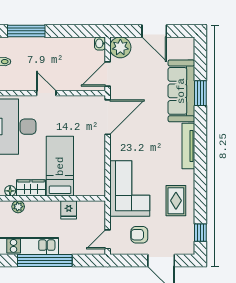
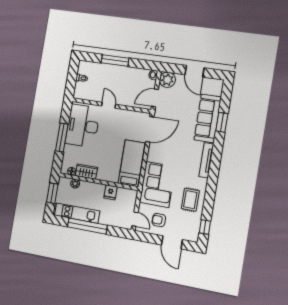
window: (26, 31) -> (115, 60), moved
bed: (60, 166) -> (132, 163), moved
door: (108, 239) -> (135, 219), swing flipped

